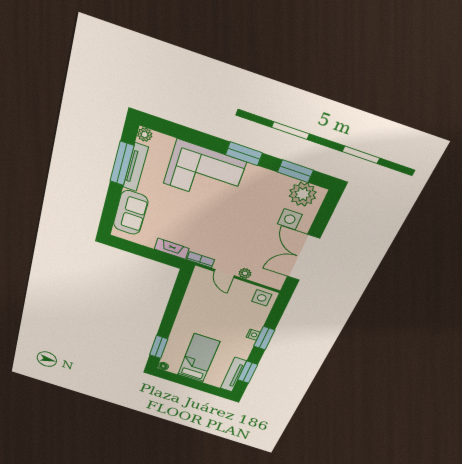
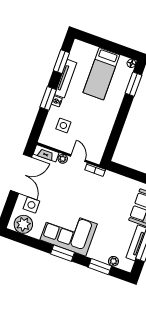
plant: (145, 135) -> (113, 261), moved
window: (295, 171) -> (100, 267), moved
corner sofa: (204, 173) -> (69, 232), moved
fireplace: (172, 249) -> (46, 153), moved
side table: (262, 298) -> (63, 125), moved
tv unit: (233, 375) -> (66, 79), moved

